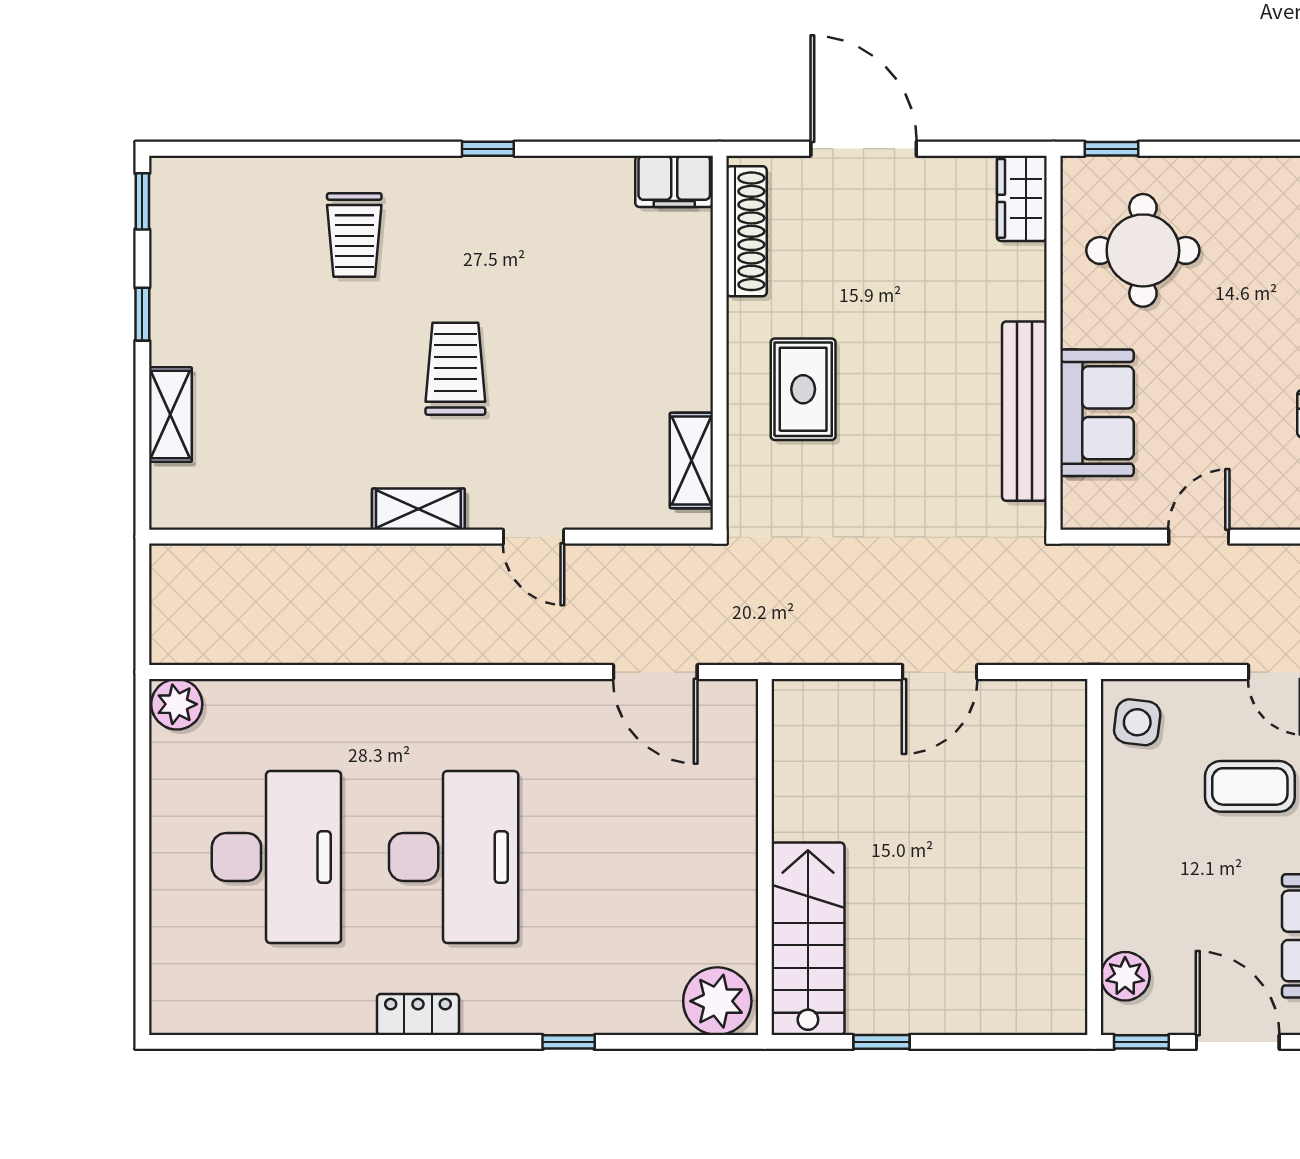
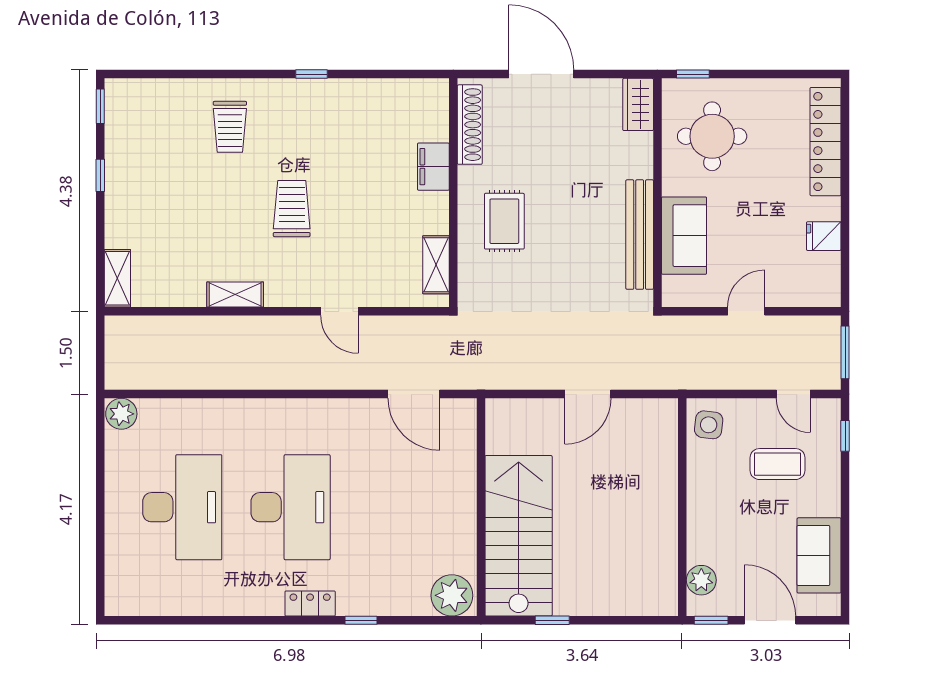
filing cabinet: (674, 181) -> (433, 167), moved, turned 90
shelving: (170, 415) -> (117, 278), moved
shelving: (418, 509) -> (235, 294), moved
stairs: (808, 939) -> (519, 536), width x1.36, depth x1.51
locker: (418, 1014) -> (310, 604), moved

